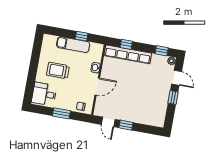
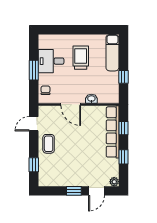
exam couch: (73, 45) -> (112, 53), moved
window: (162, 51) -> (123, 157), moved
desk: (44, 94) -> (51, 61), moved, turned -90
coffee table: (128, 112) -> (49, 144), added
window: (126, 125) -> (34, 165), moved

